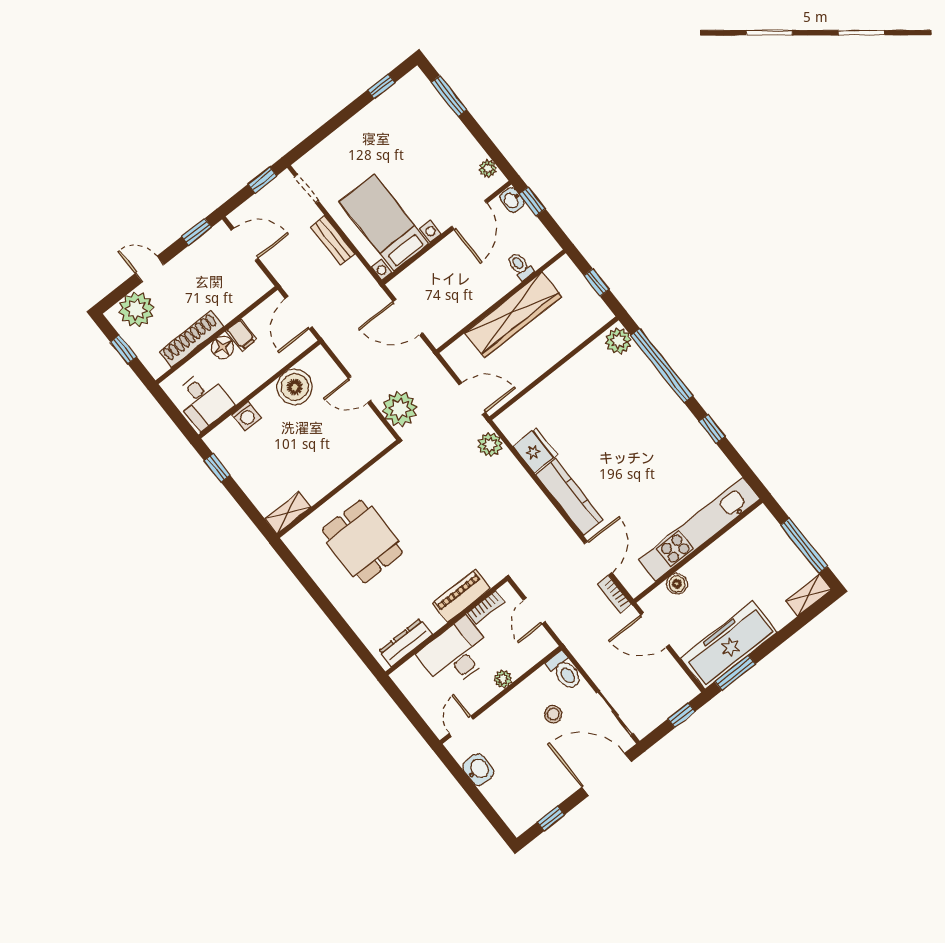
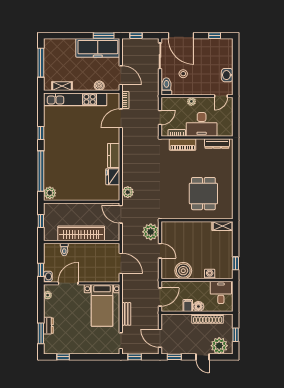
dresser: (447, 119) -> (48, 326), added
kitchen counter: (569, 497) -> (114, 155), width x0.67
shelving: (809, 595) -> (62, 86), moved

